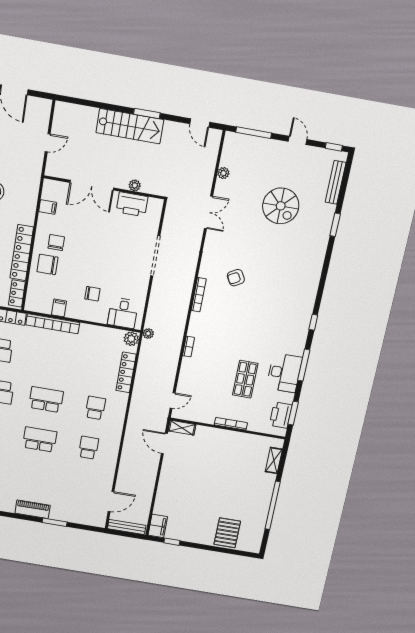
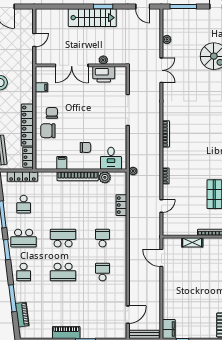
armchair: (236, 278) -> (191, 116), removed
bookcase: (53, 324) -> (78, 176), moved
plant: (131, 339) -> (105, 177), moved
locker: (126, 372) -> (121, 205), width x0.66
door: (173, 400) -> (161, 206), moved
shelving: (182, 428) -> (192, 242), moved
school desk: (40, 439) -> (63, 272), turned 180

